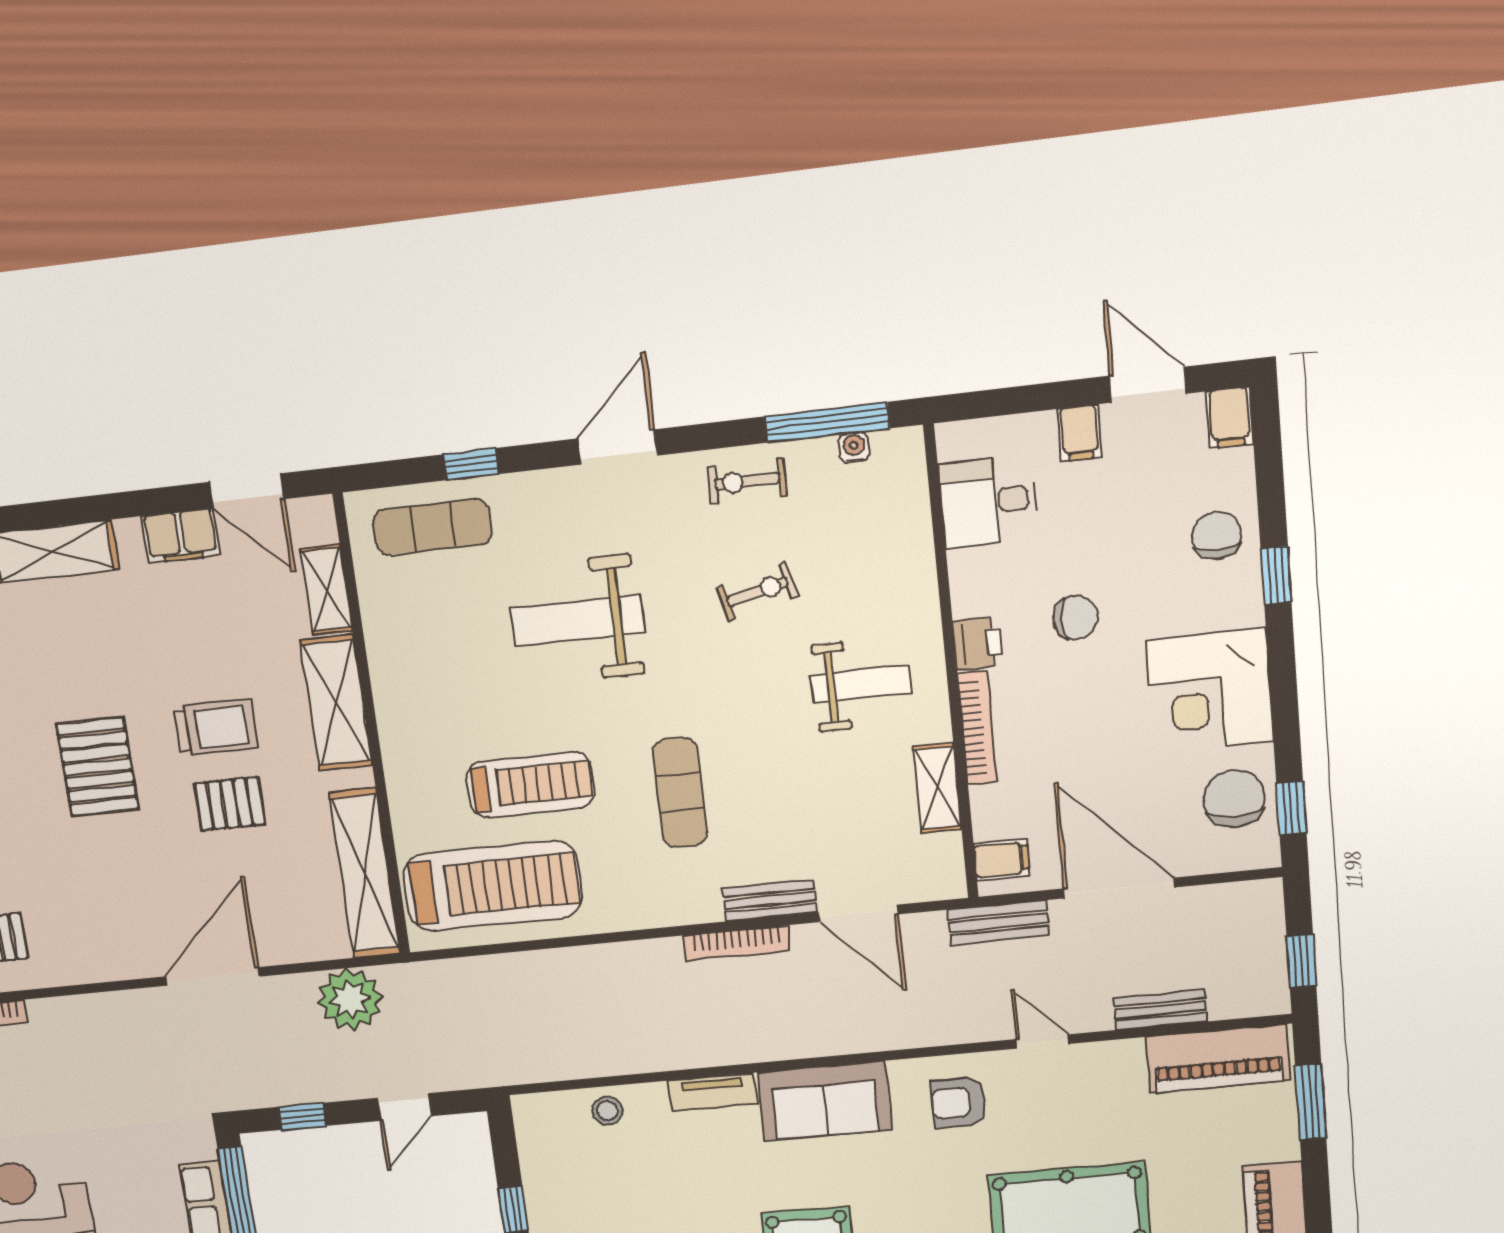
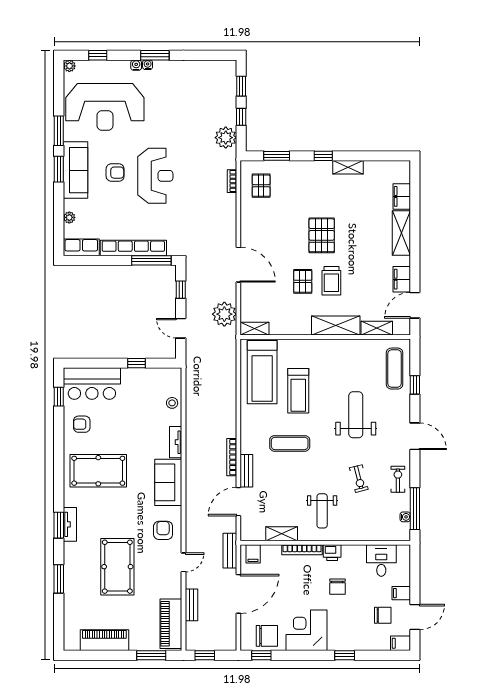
chair: (1217, 536) -> (383, 615), moved
pallet: (98, 767) -> (322, 235), turned 90
shelving: (365, 873) -> (254, 329), width x0.45, depth x0.75

